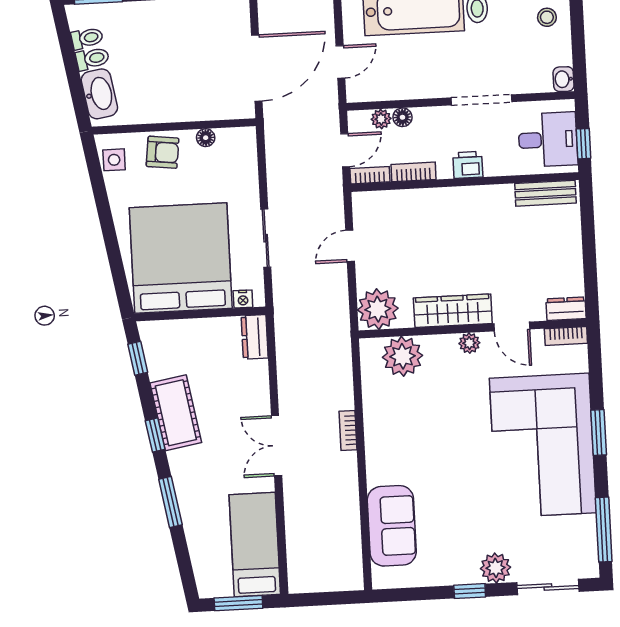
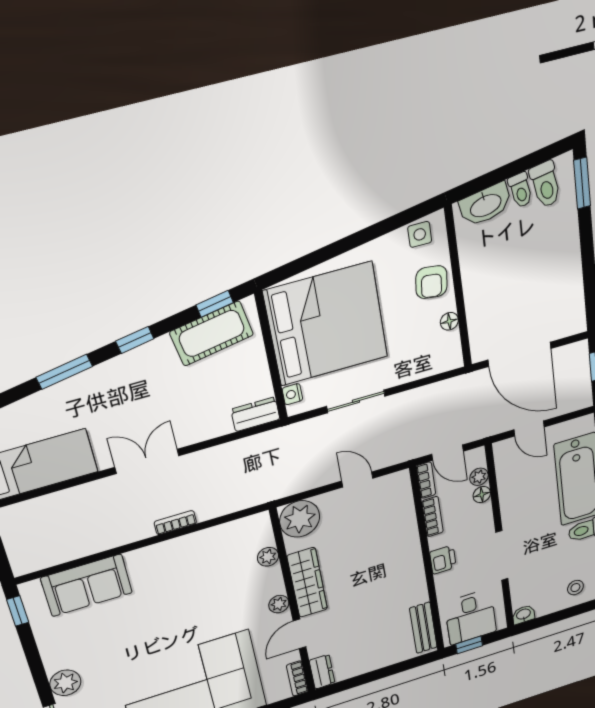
toilet: (87, 38) -> (545, 184), width x1.37, depth x1.39
plant: (403, 356) -> (268, 557), width x0.53, depth x0.53
cot: (176, 413) -> (212, 333), moved
window: (470, 591) -> (18, 611), moved

